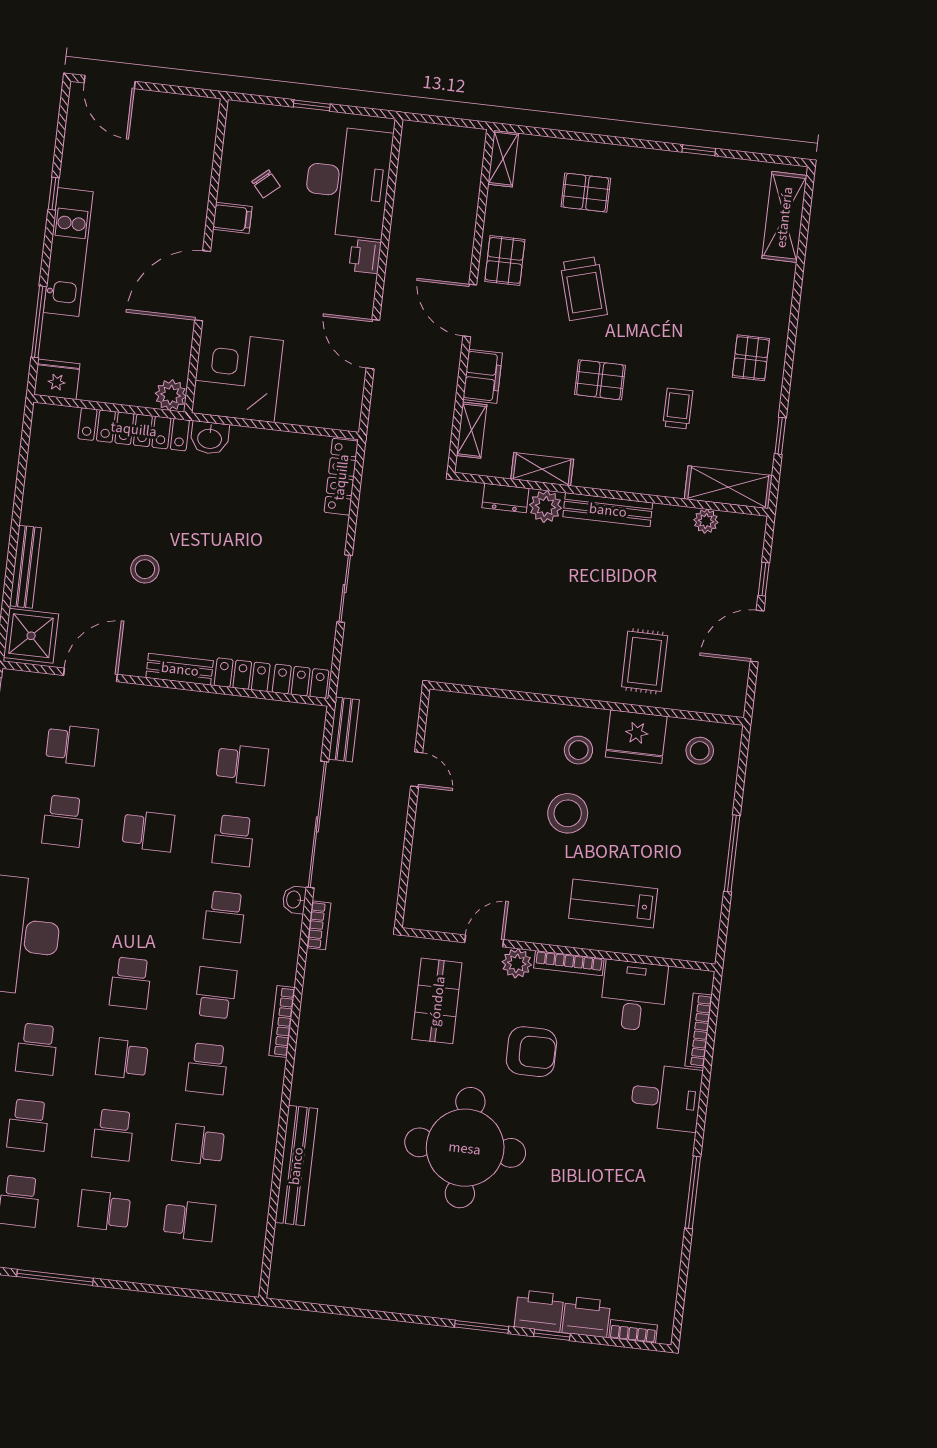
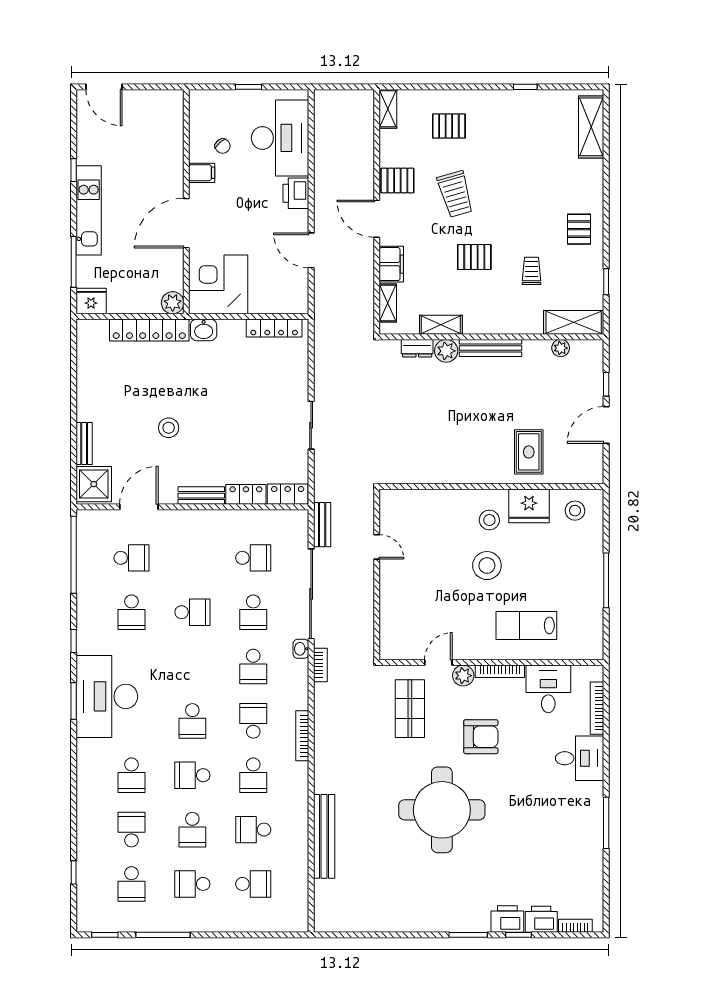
printer: (365, 256) -> (296, 193), width x1.36, depth x1.24
pallet: (505, 260) -> (397, 181), turned 90
locker: (341, 477) -> (274, 328), moved, turned -90
bench: (25, 567) -> (84, 444), width x0.73
school desk: (28, 1125) -> (131, 830), turned 180

